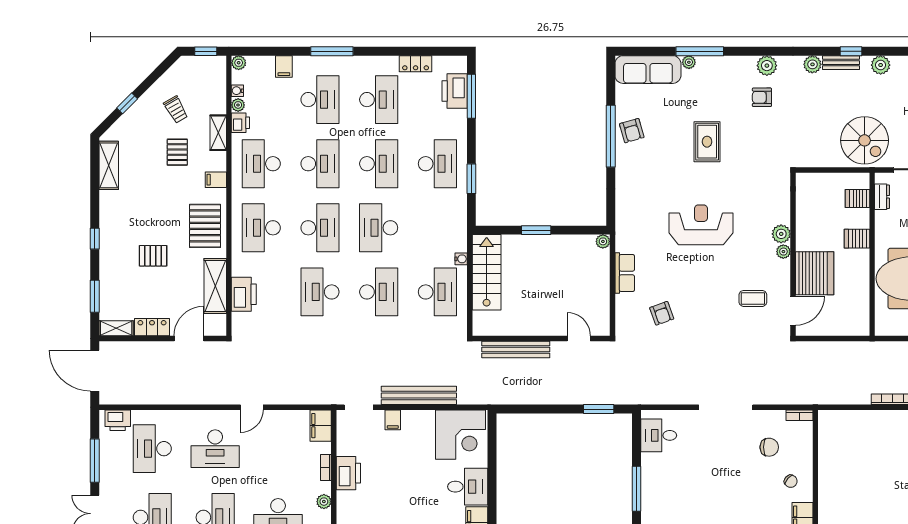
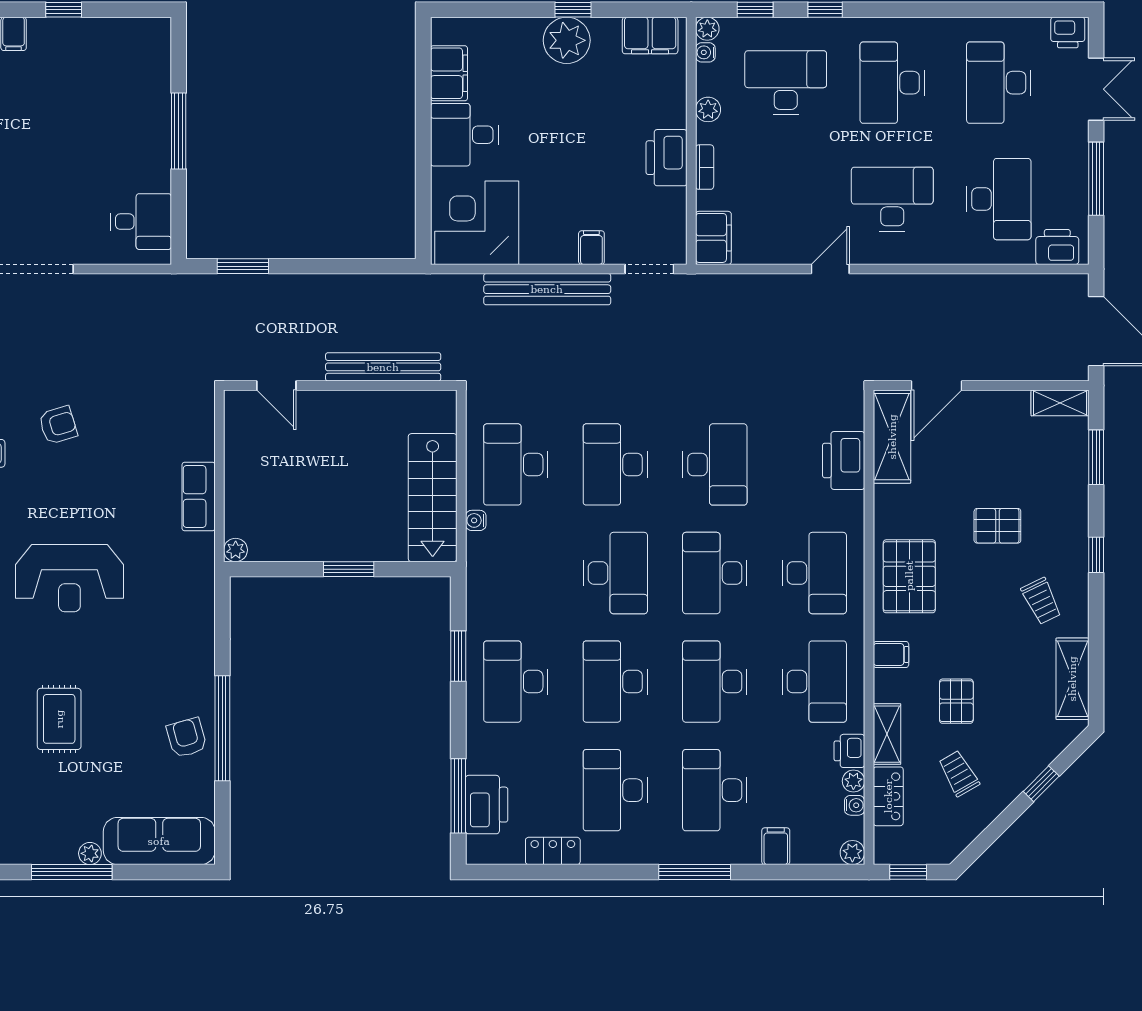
trolley: (127, 211) -> (1041, 601), added
shelving: (215, 286) -> (892, 437), moved
armchair: (662, 313) -> (58, 425), moved, turned 93
locker: (152, 327) -> (888, 796), moved, turned -90

